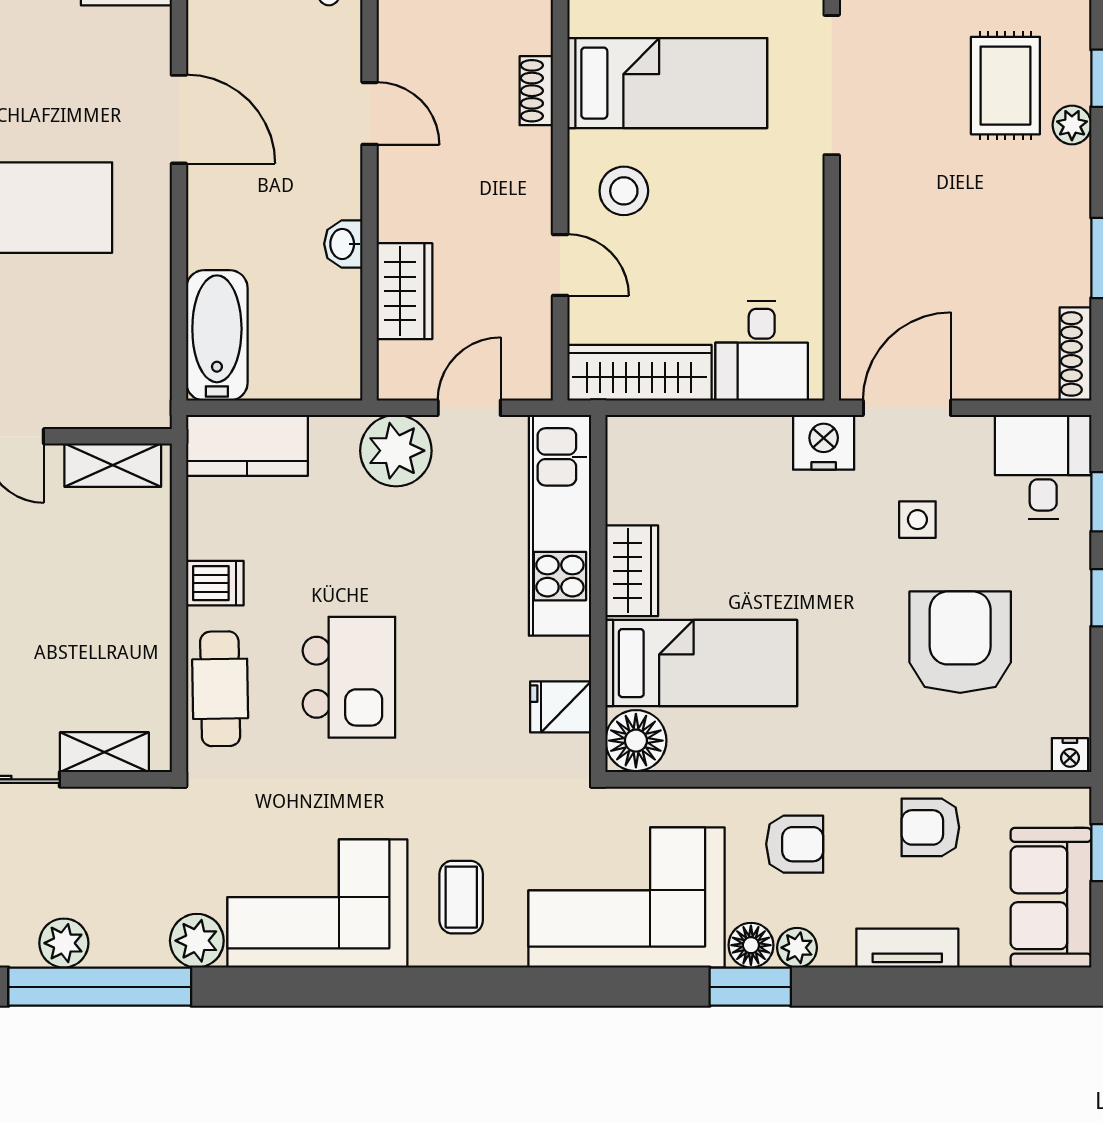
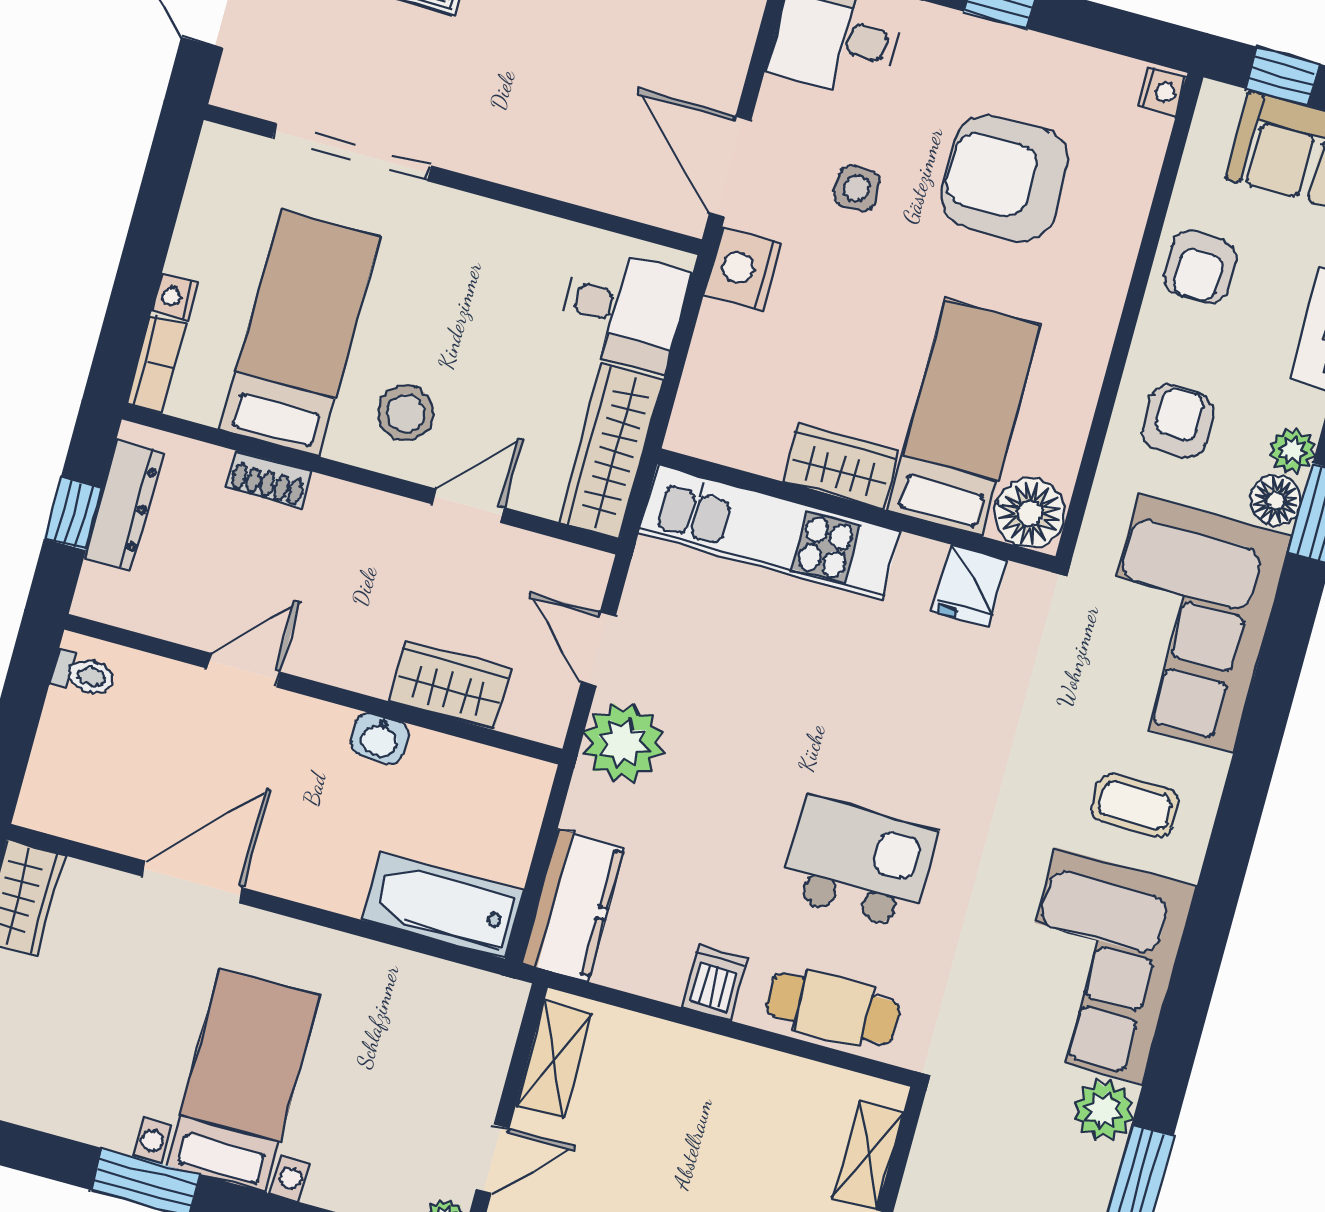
kitchen unit: (560, 525) -> (770, 532), moved
wardrobe: (632, 571) -> (841, 466), moved
wall: (598, 594) -> (856, 510), moved
bed: (701, 663) -> (964, 418), moved
fridge: (561, 707) -> (970, 586), moved
floor lamp: (636, 741) -> (1030, 513), moved

